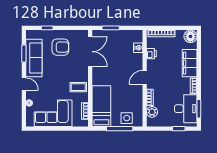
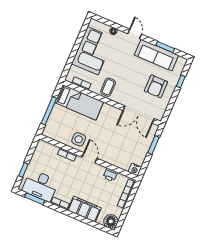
nightstand: (138, 48) -> (135, 169), moved
door: (24, 84) -> (135, 34), swing flipped
plant: (152, 112) -> (52, 150), removed
side table: (127, 118) -> (79, 139), moved

